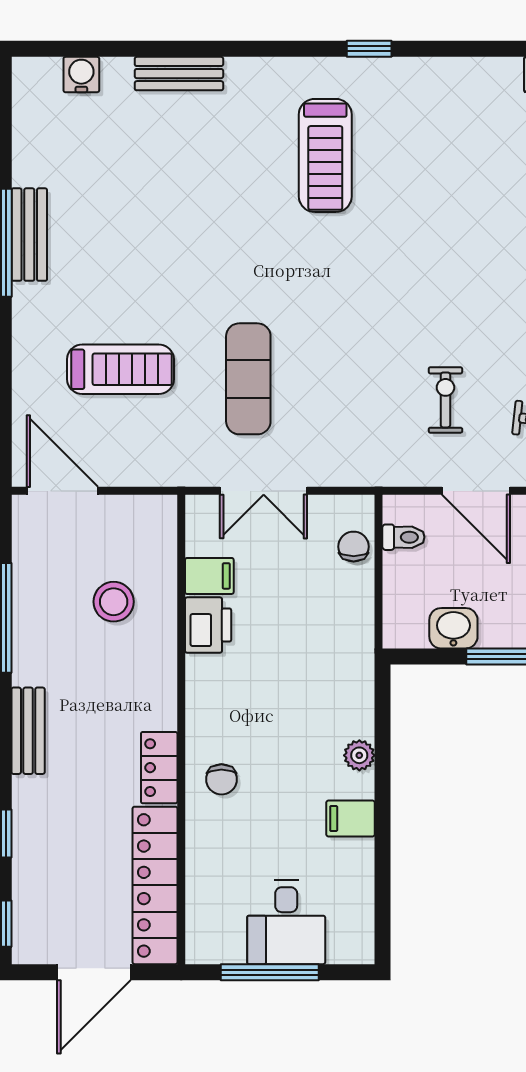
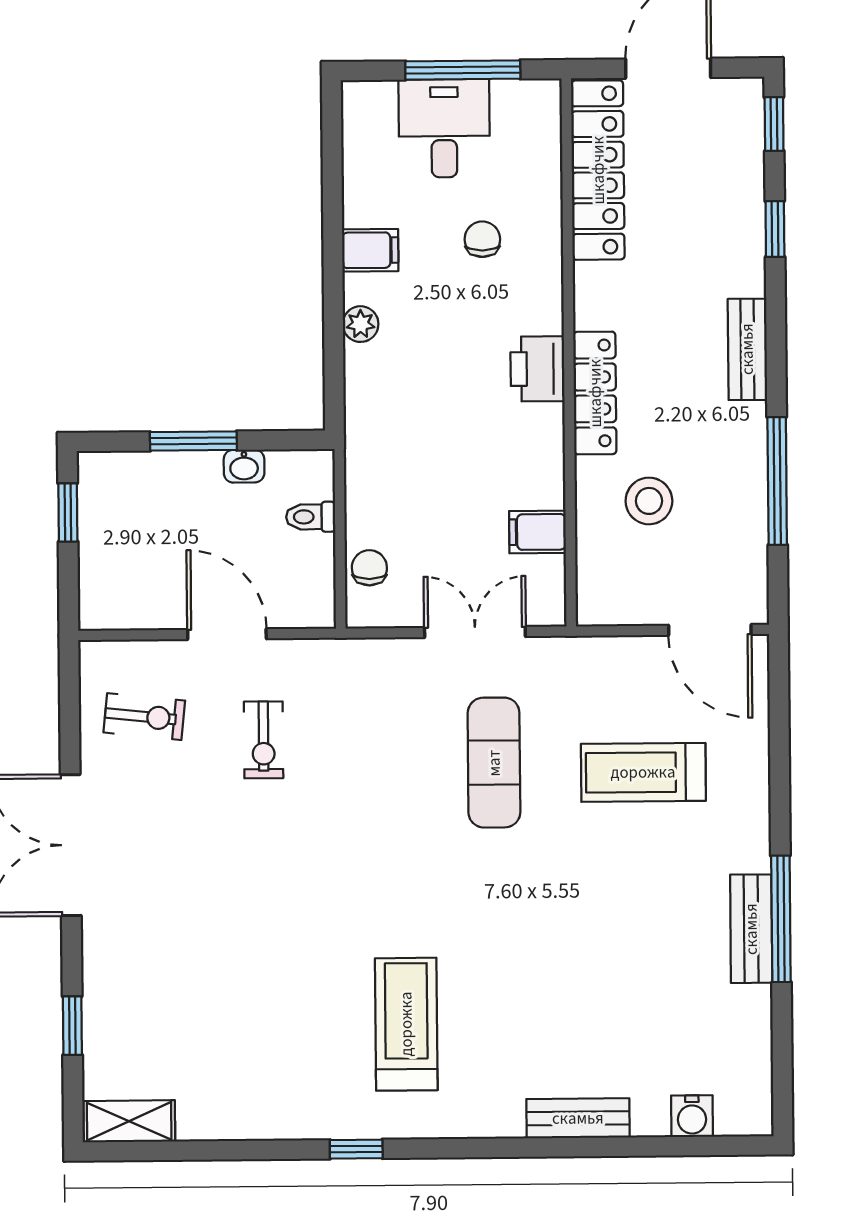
toilet: (403, 537) -> (311, 517), moved
chair: (354, 547) -> (369, 568), turned 180
printer: (208, 625) -> (537, 369), moved
washbasin: (453, 628) -> (244, 466), width x0.72, depth x0.69
locker: (159, 768) -> (595, 393), moved, width x1.53
chair: (221, 779) -> (482, 239), moved

